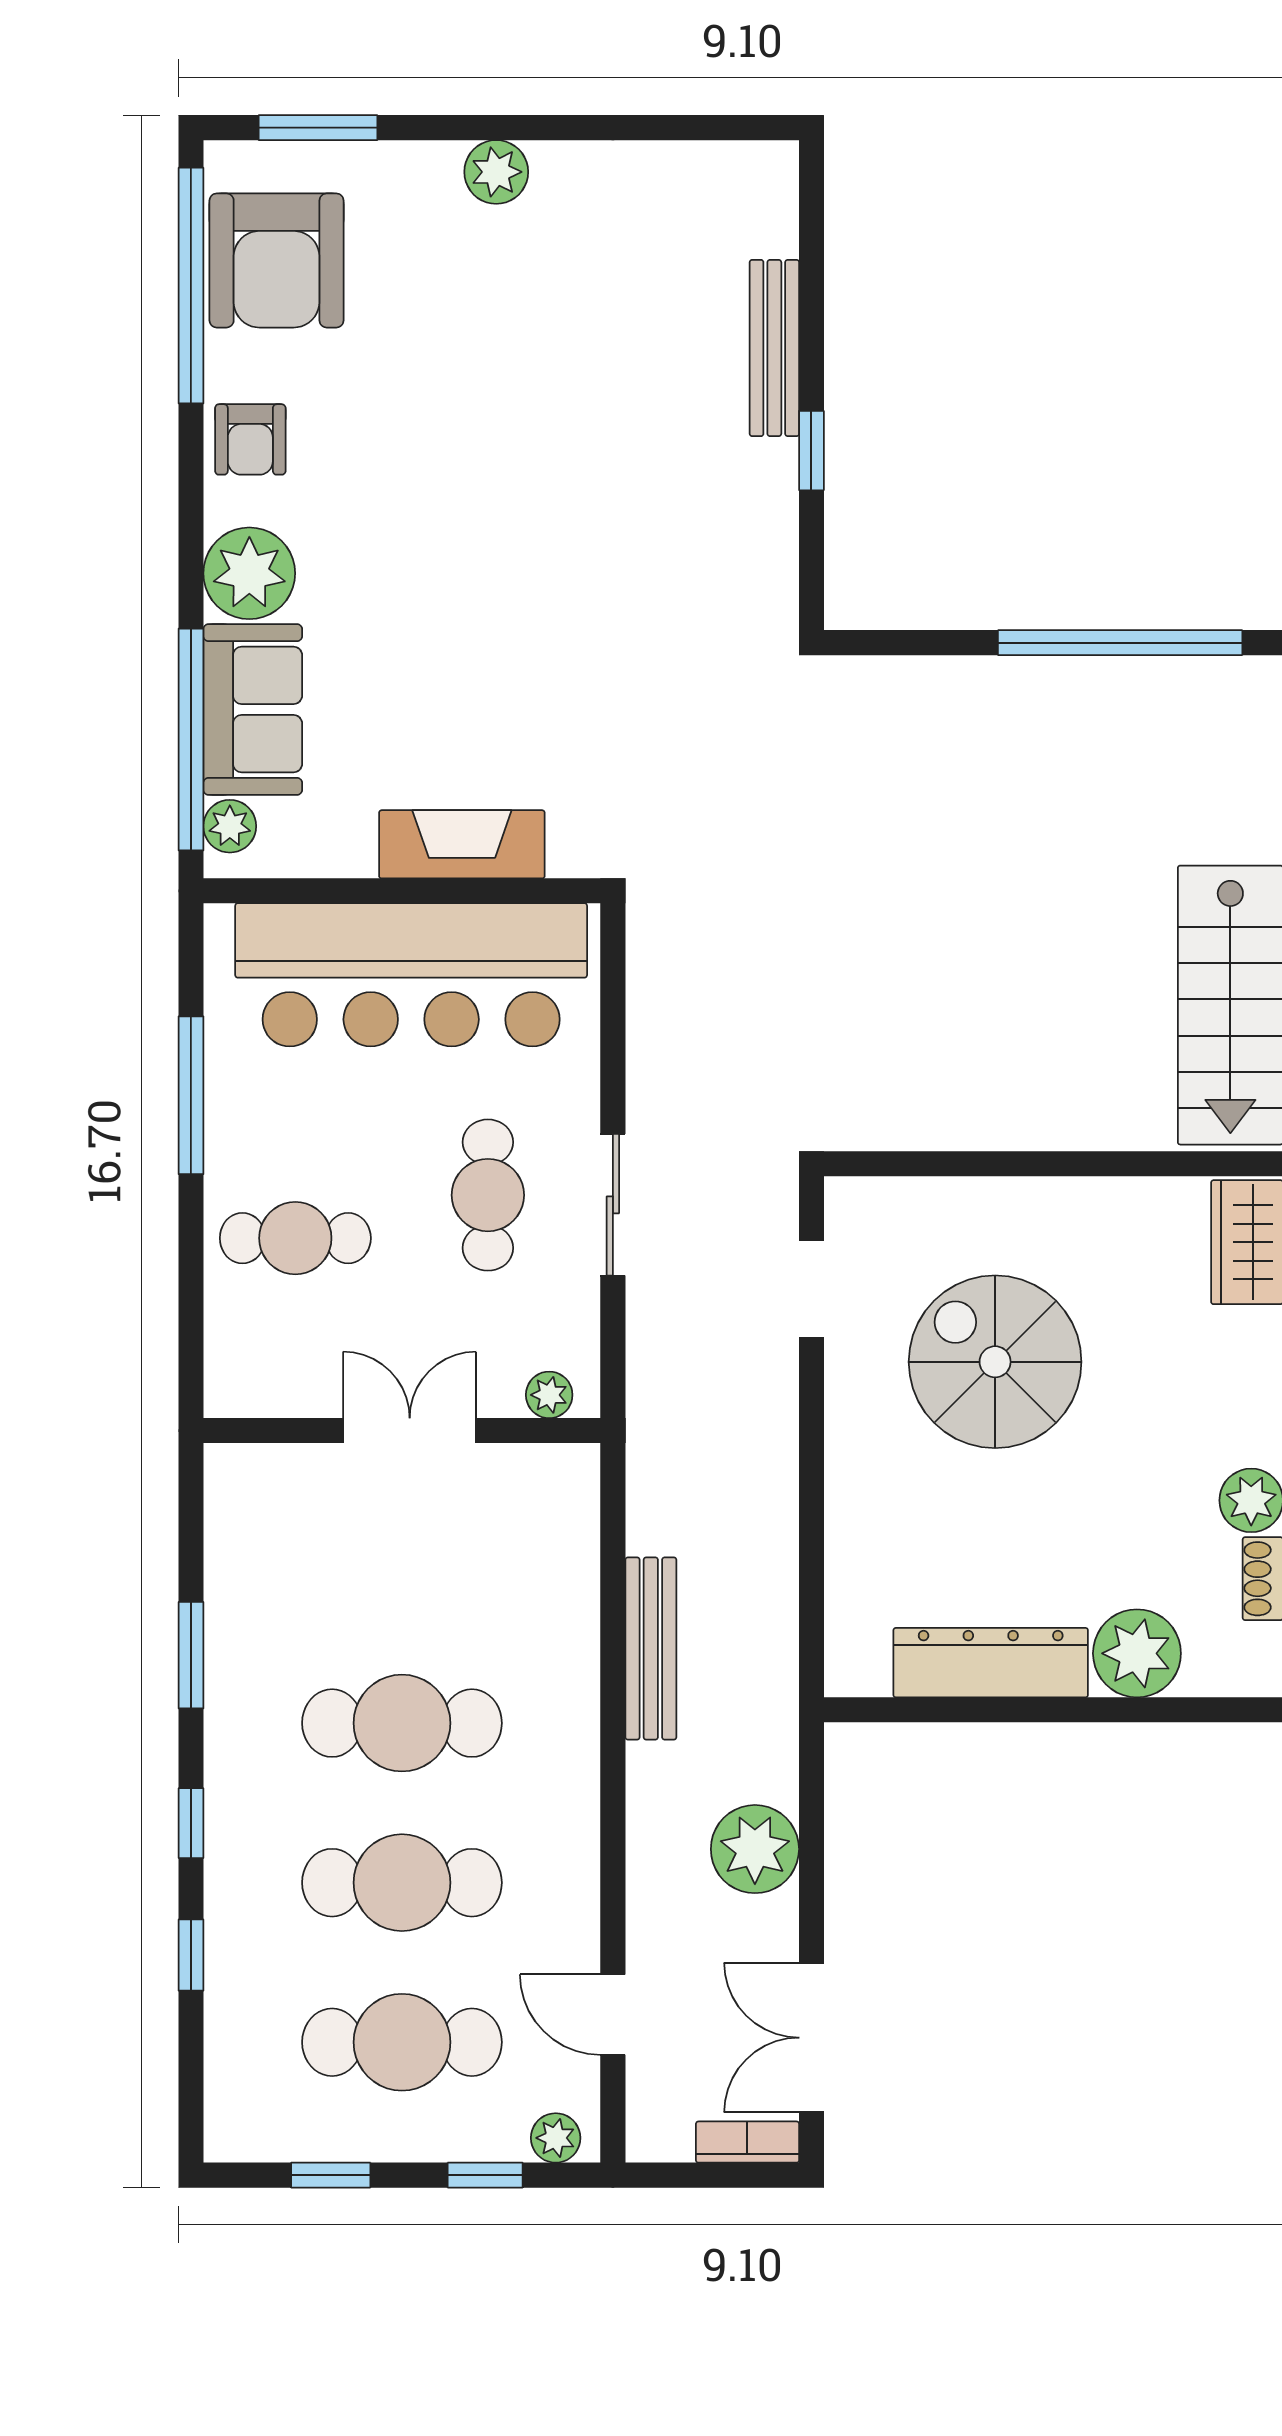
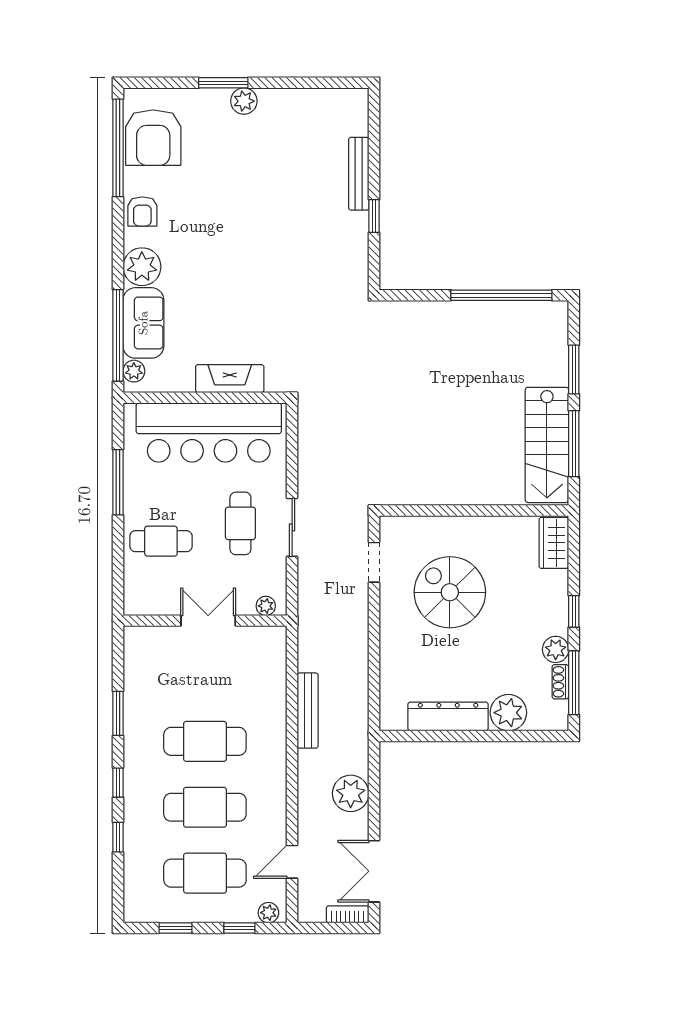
window: (318, 128) -> (223, 83), moved
door: (613, 2015) -> (292, 862), hinge flipped

